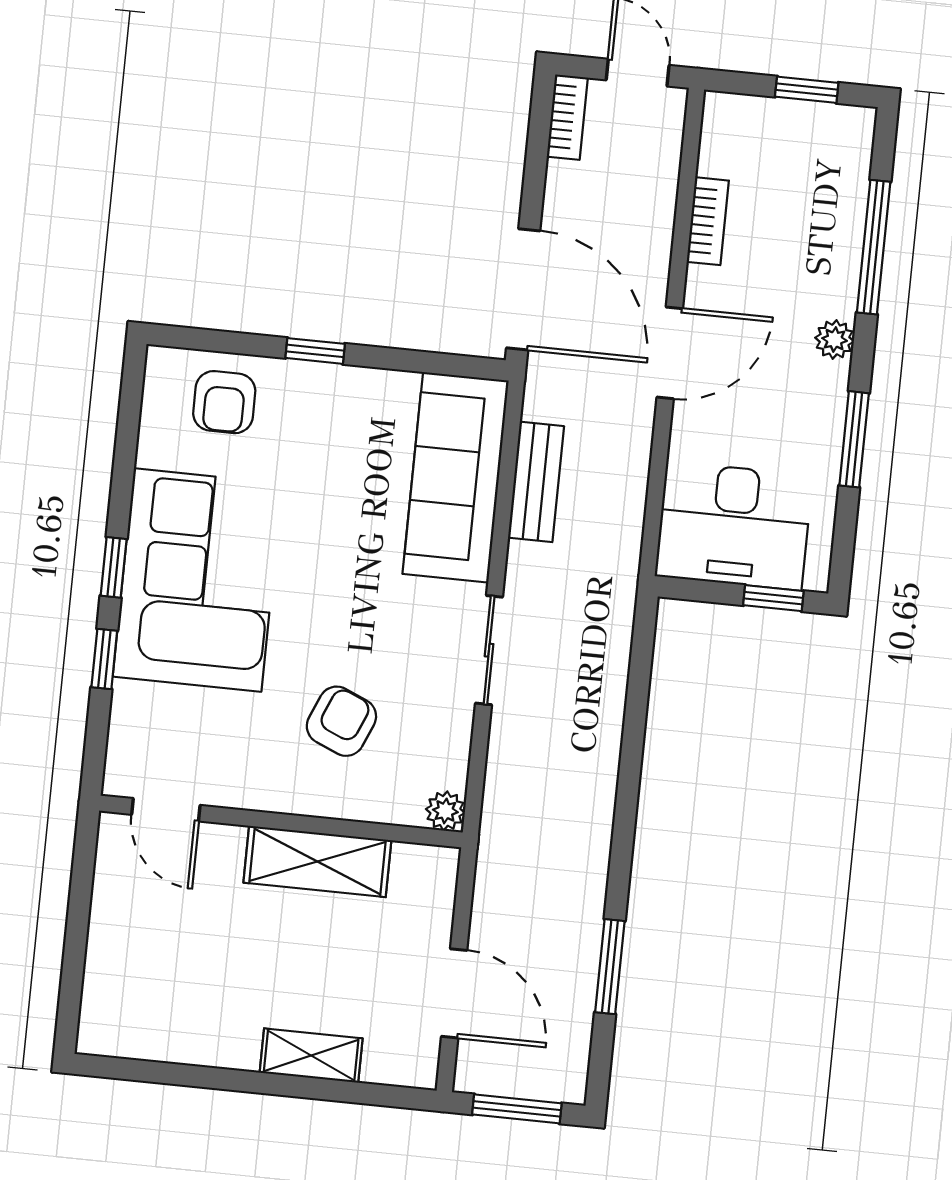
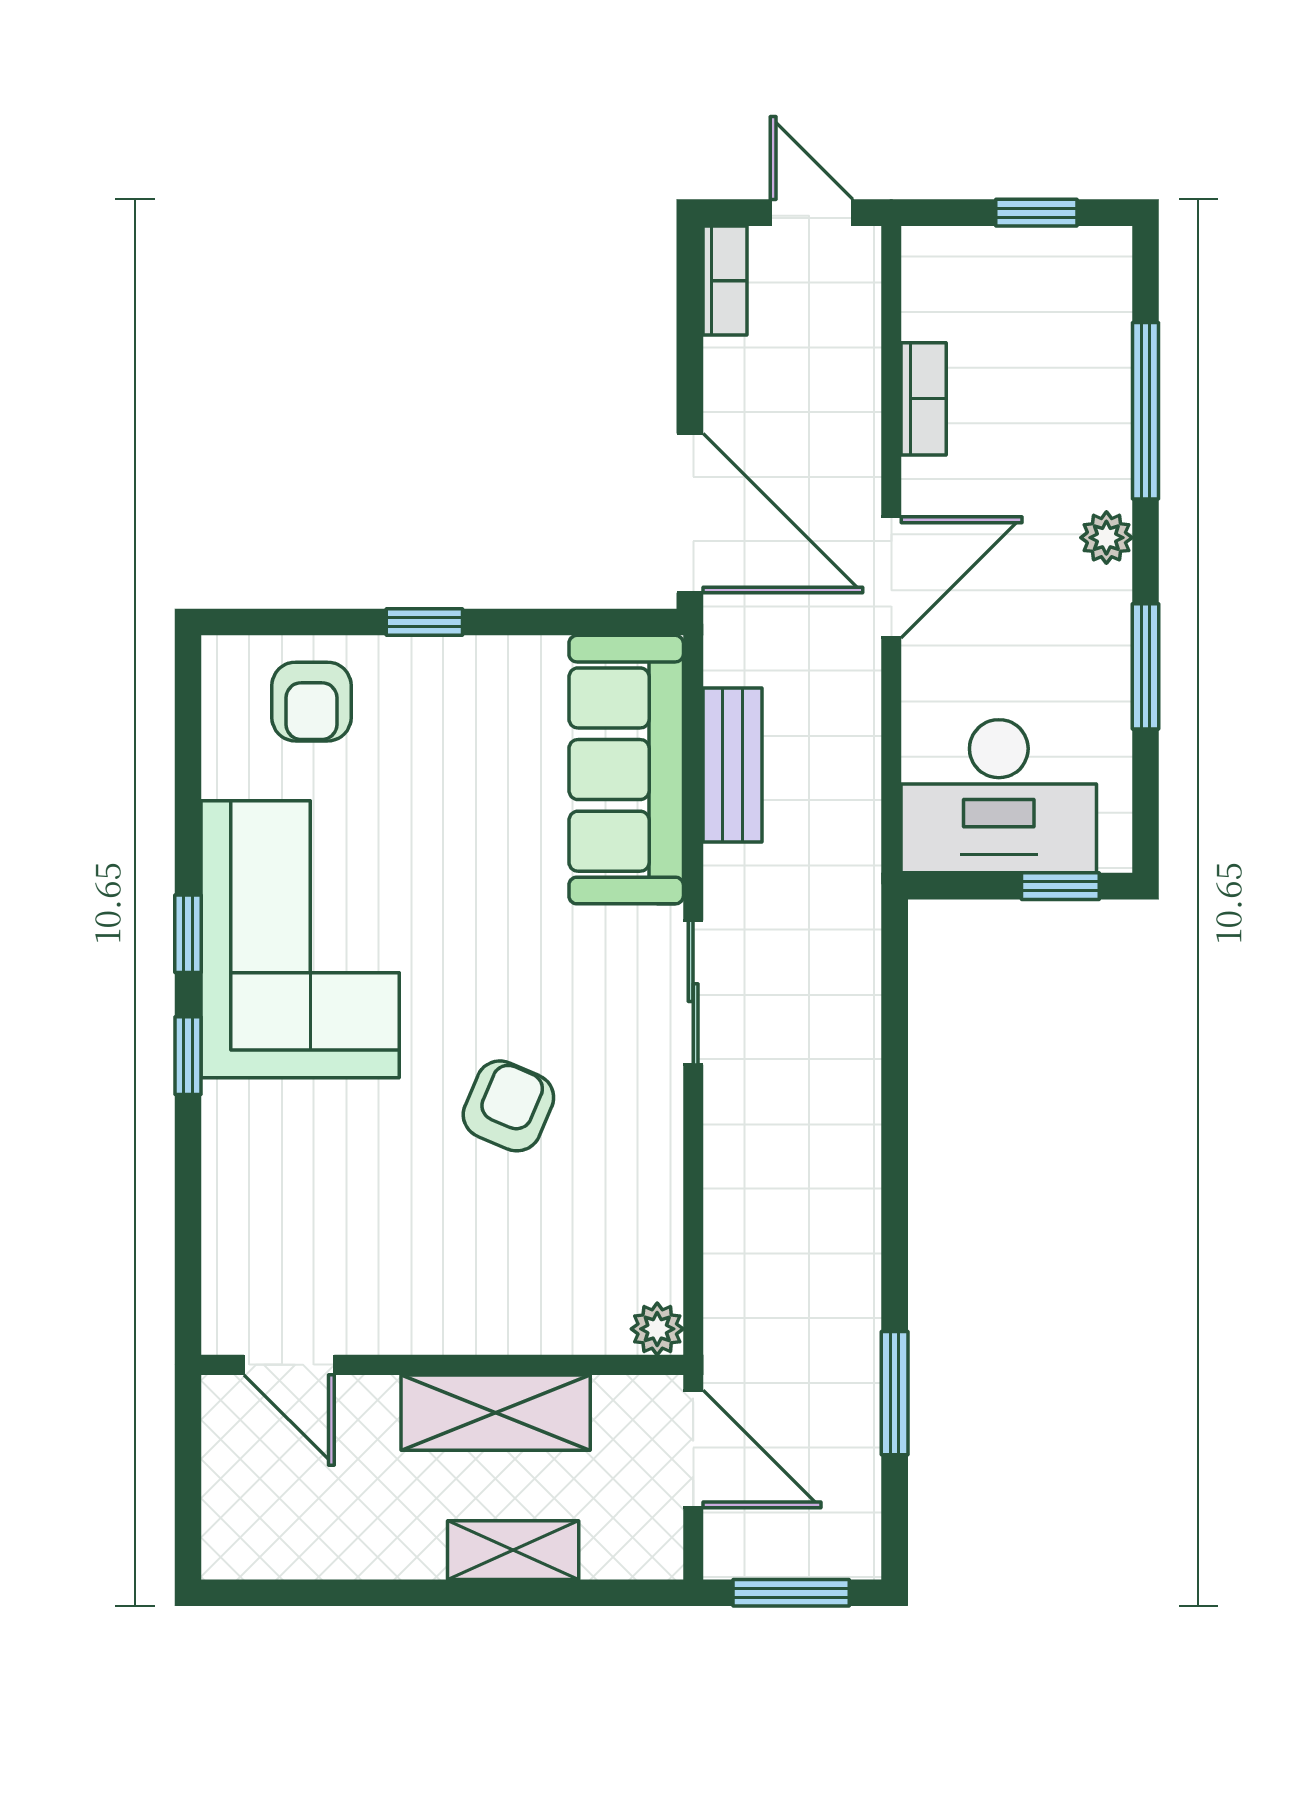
door: (166, 810) -> (289, 1365), moved
plant: (445, 811) -> (657, 1329), moved
wall: (281, 822) -> (442, 1365), moved
shelving: (317, 862) -> (496, 1413), moved

